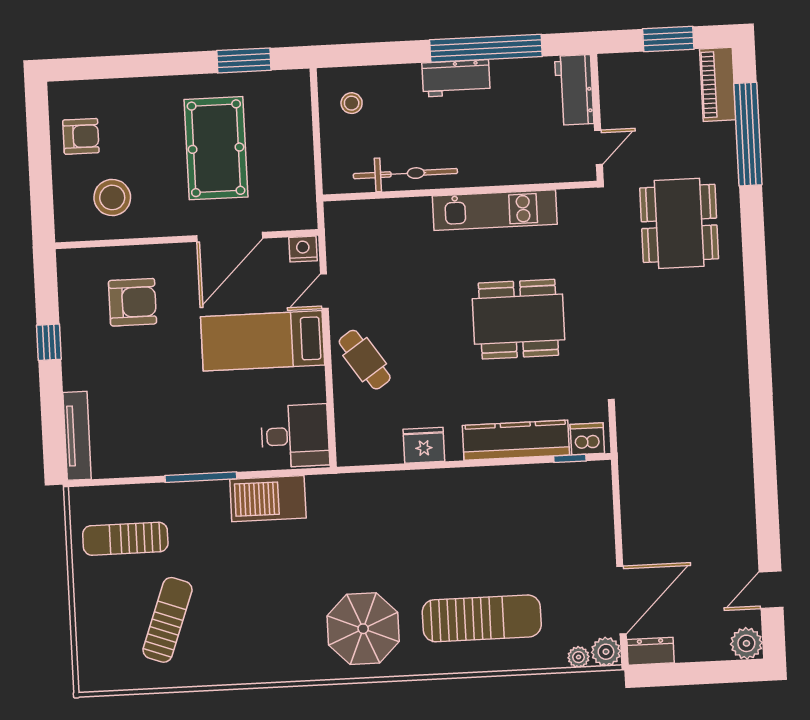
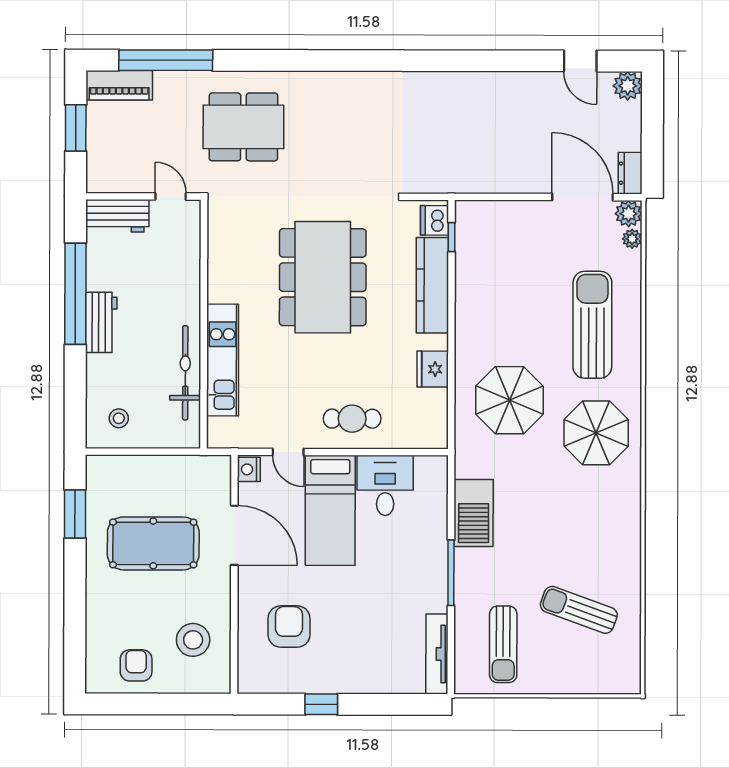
kitchen unit: (495, 210) -> (223, 360), moved
dining table: (518, 319) -> (323, 277), width x1.36, depth x1.24
cafe table: (365, 360) -> (352, 419), turned 34
tv unit: (77, 436) -> (437, 654), moved, turned -90
desk: (295, 436) -> (385, 485), moved
parasol: (394, 532) -> (510, 400), added

